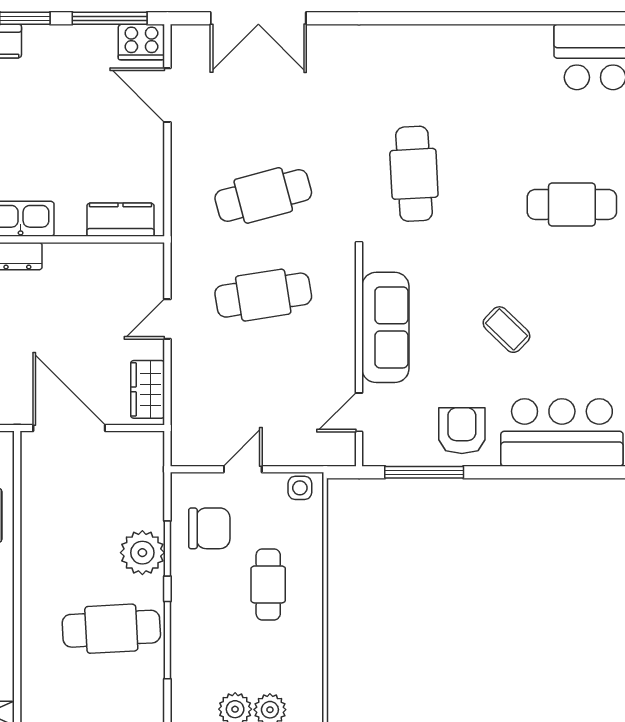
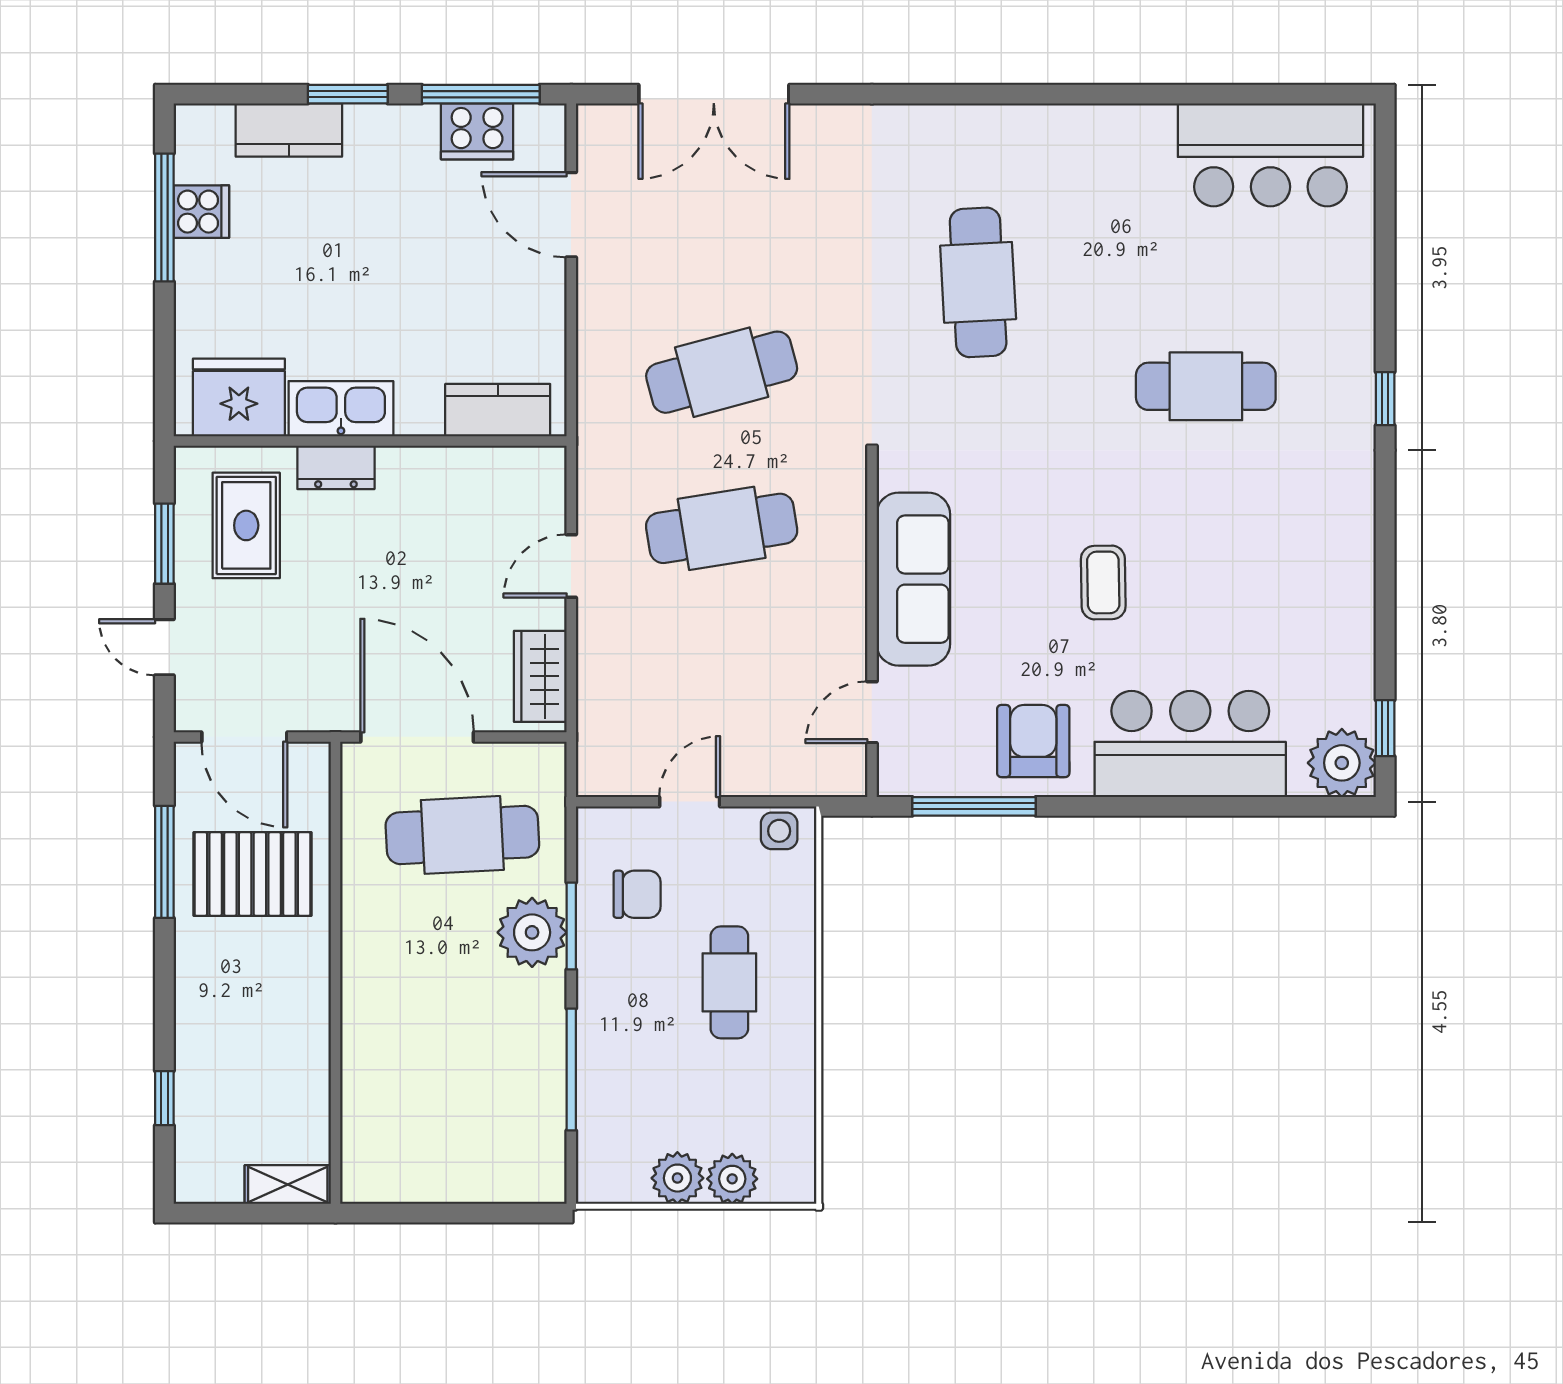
cooker: (141, 42) -> (477, 131), moved
cafe table: (414, 174) -> (978, 282), moved
coffee table: (506, 330) -> (1103, 582), turned 45
chair: (209, 528) -> (637, 894), width x0.73, depth x0.73
cafe table: (111, 629) -> (462, 835), moved

